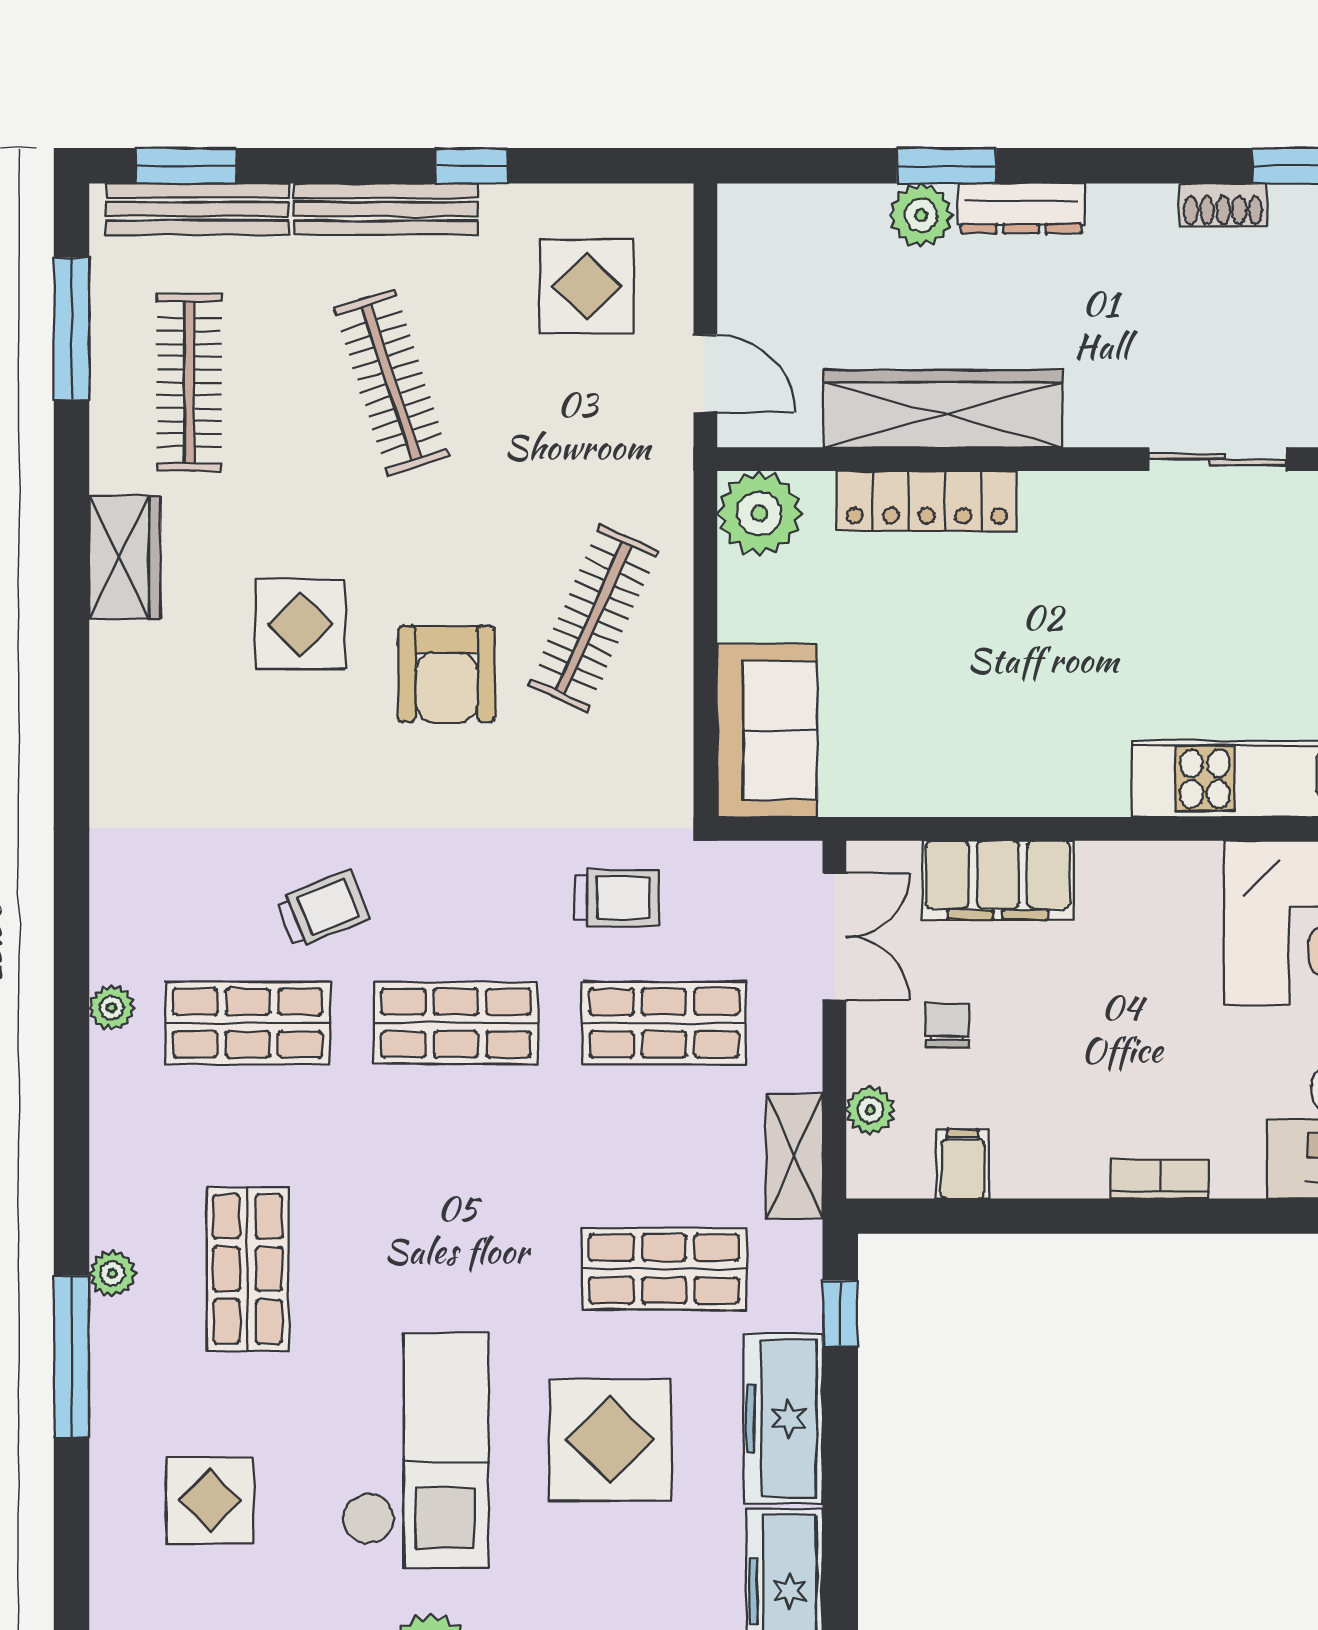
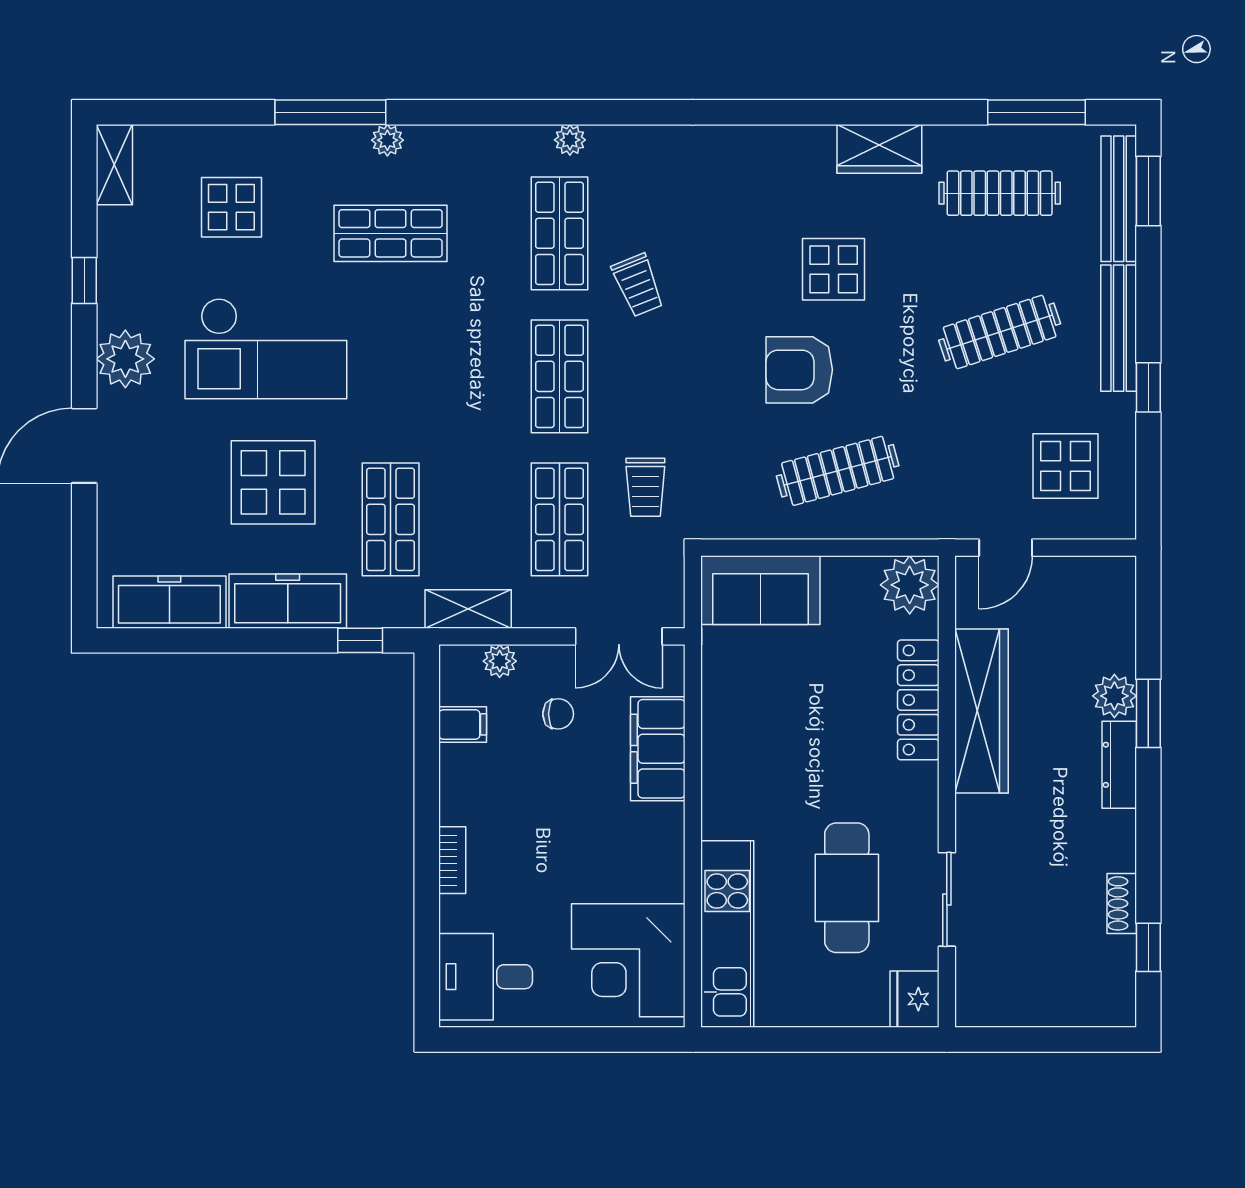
cafe table: (1200, 605) -> (847, 888), added
clothes rail: (593, 618) -> (838, 471), turned -39

